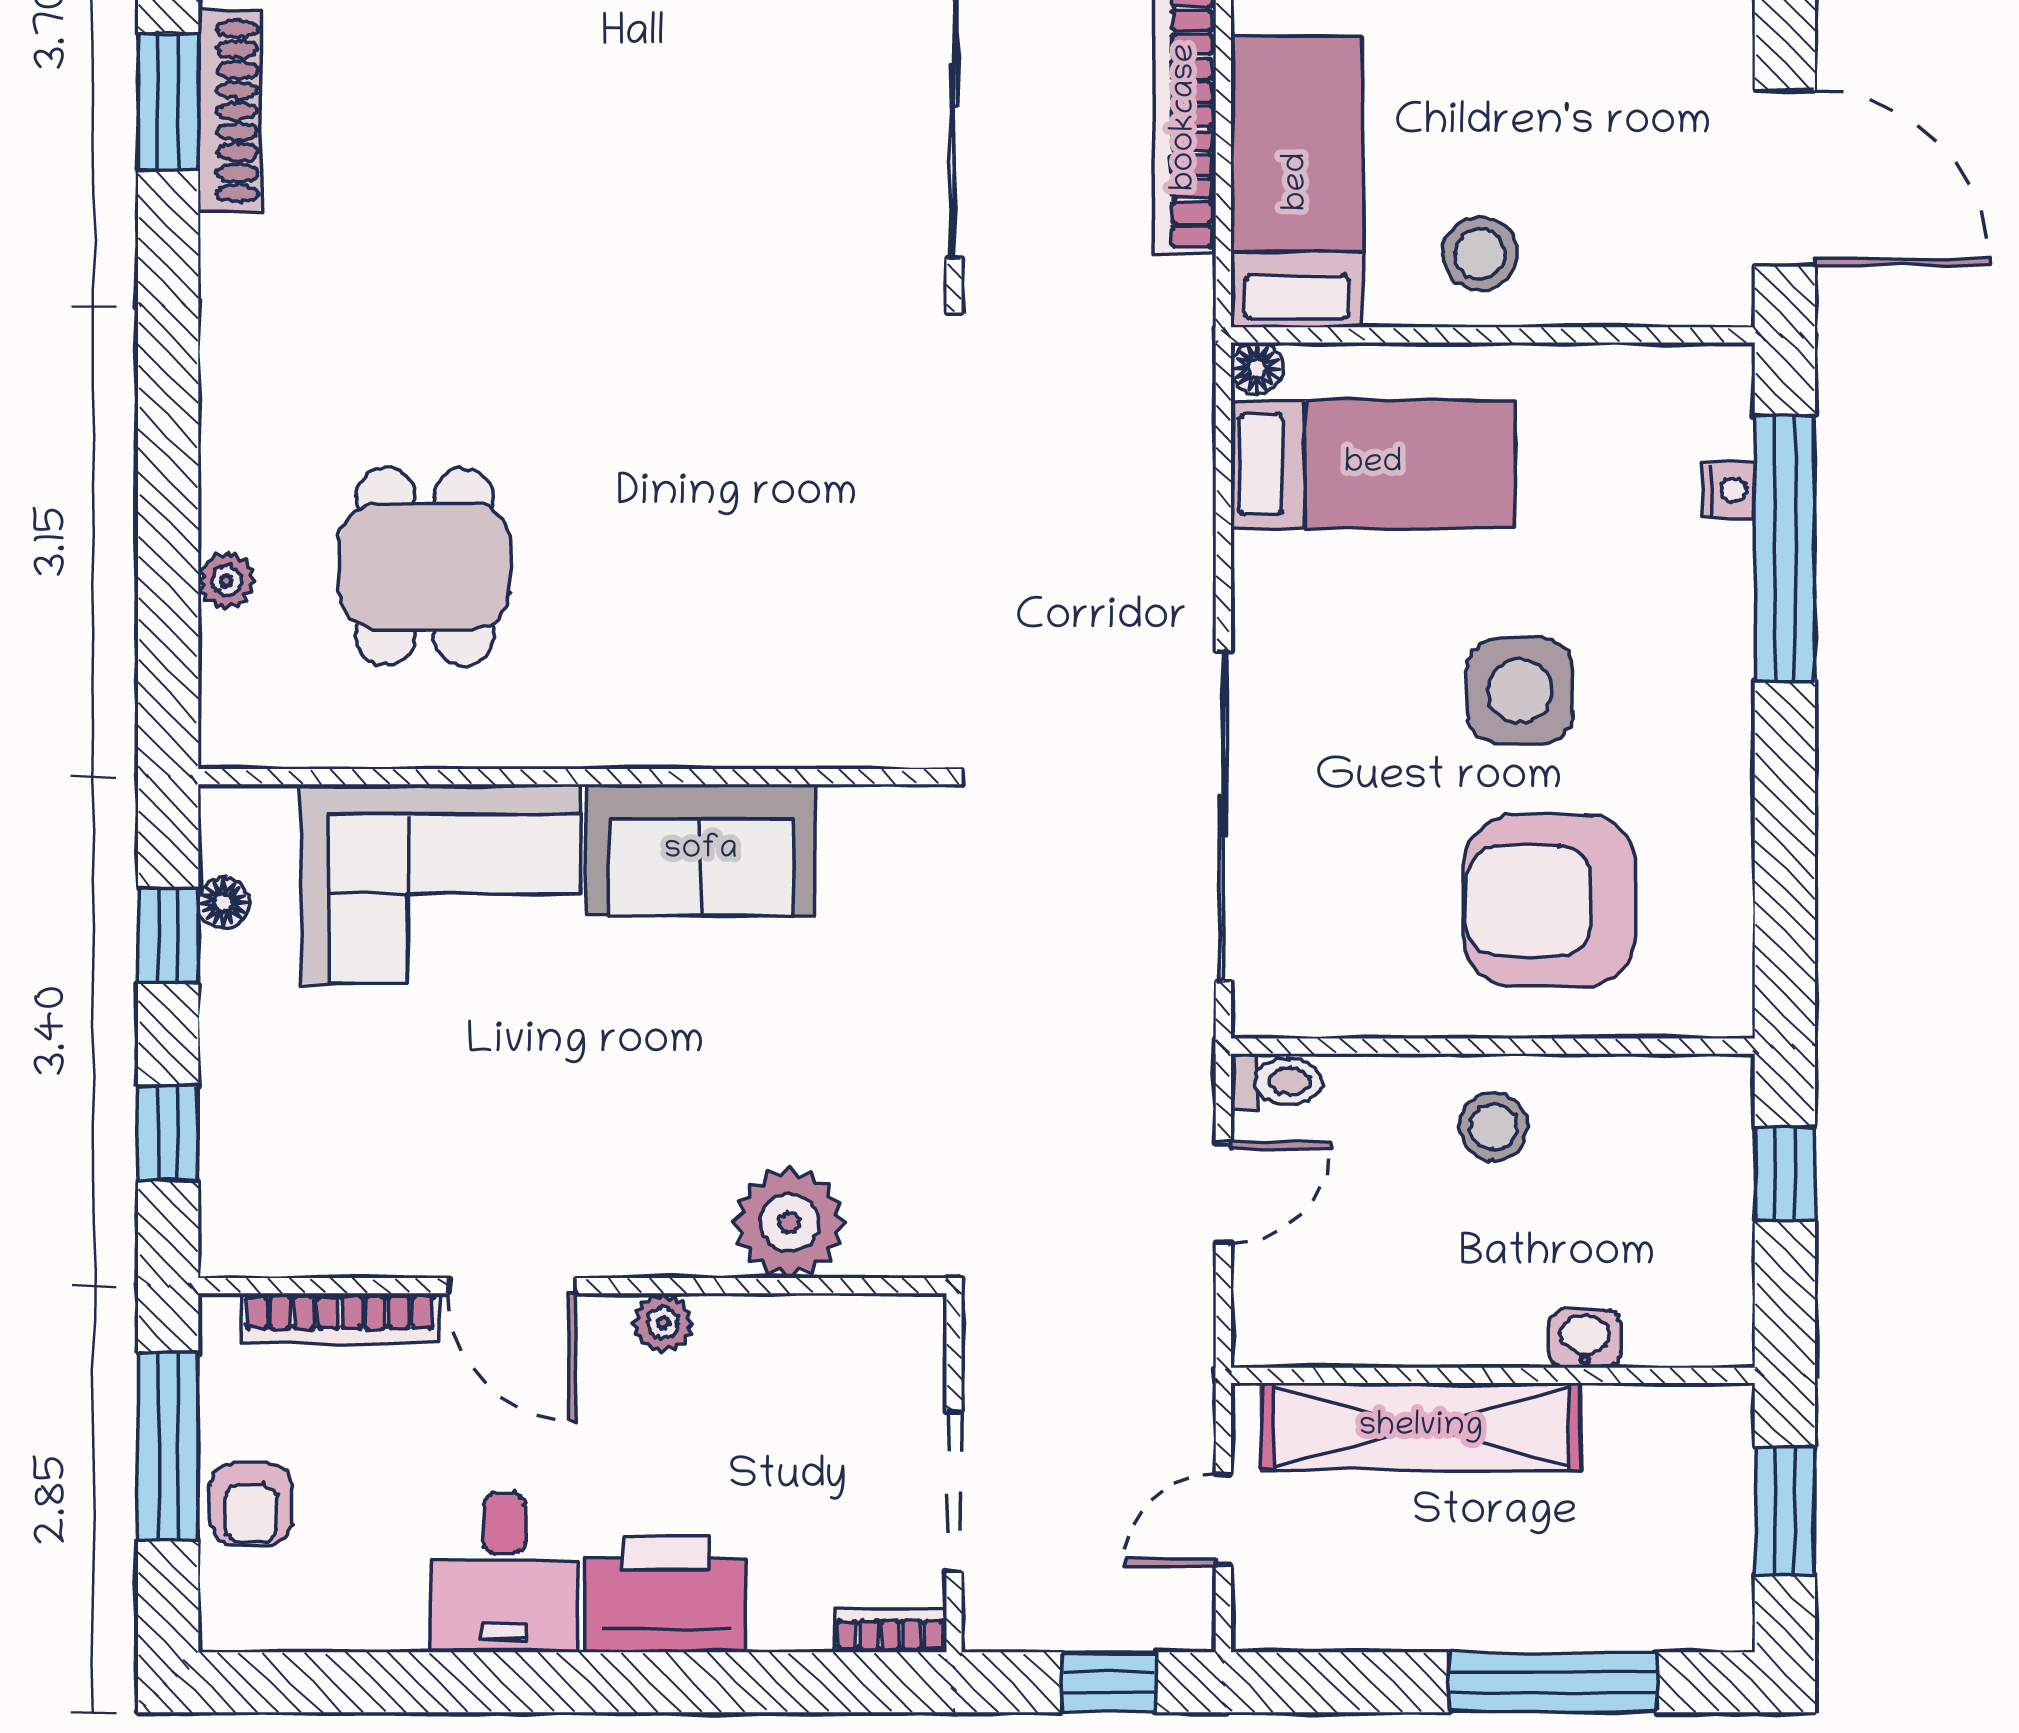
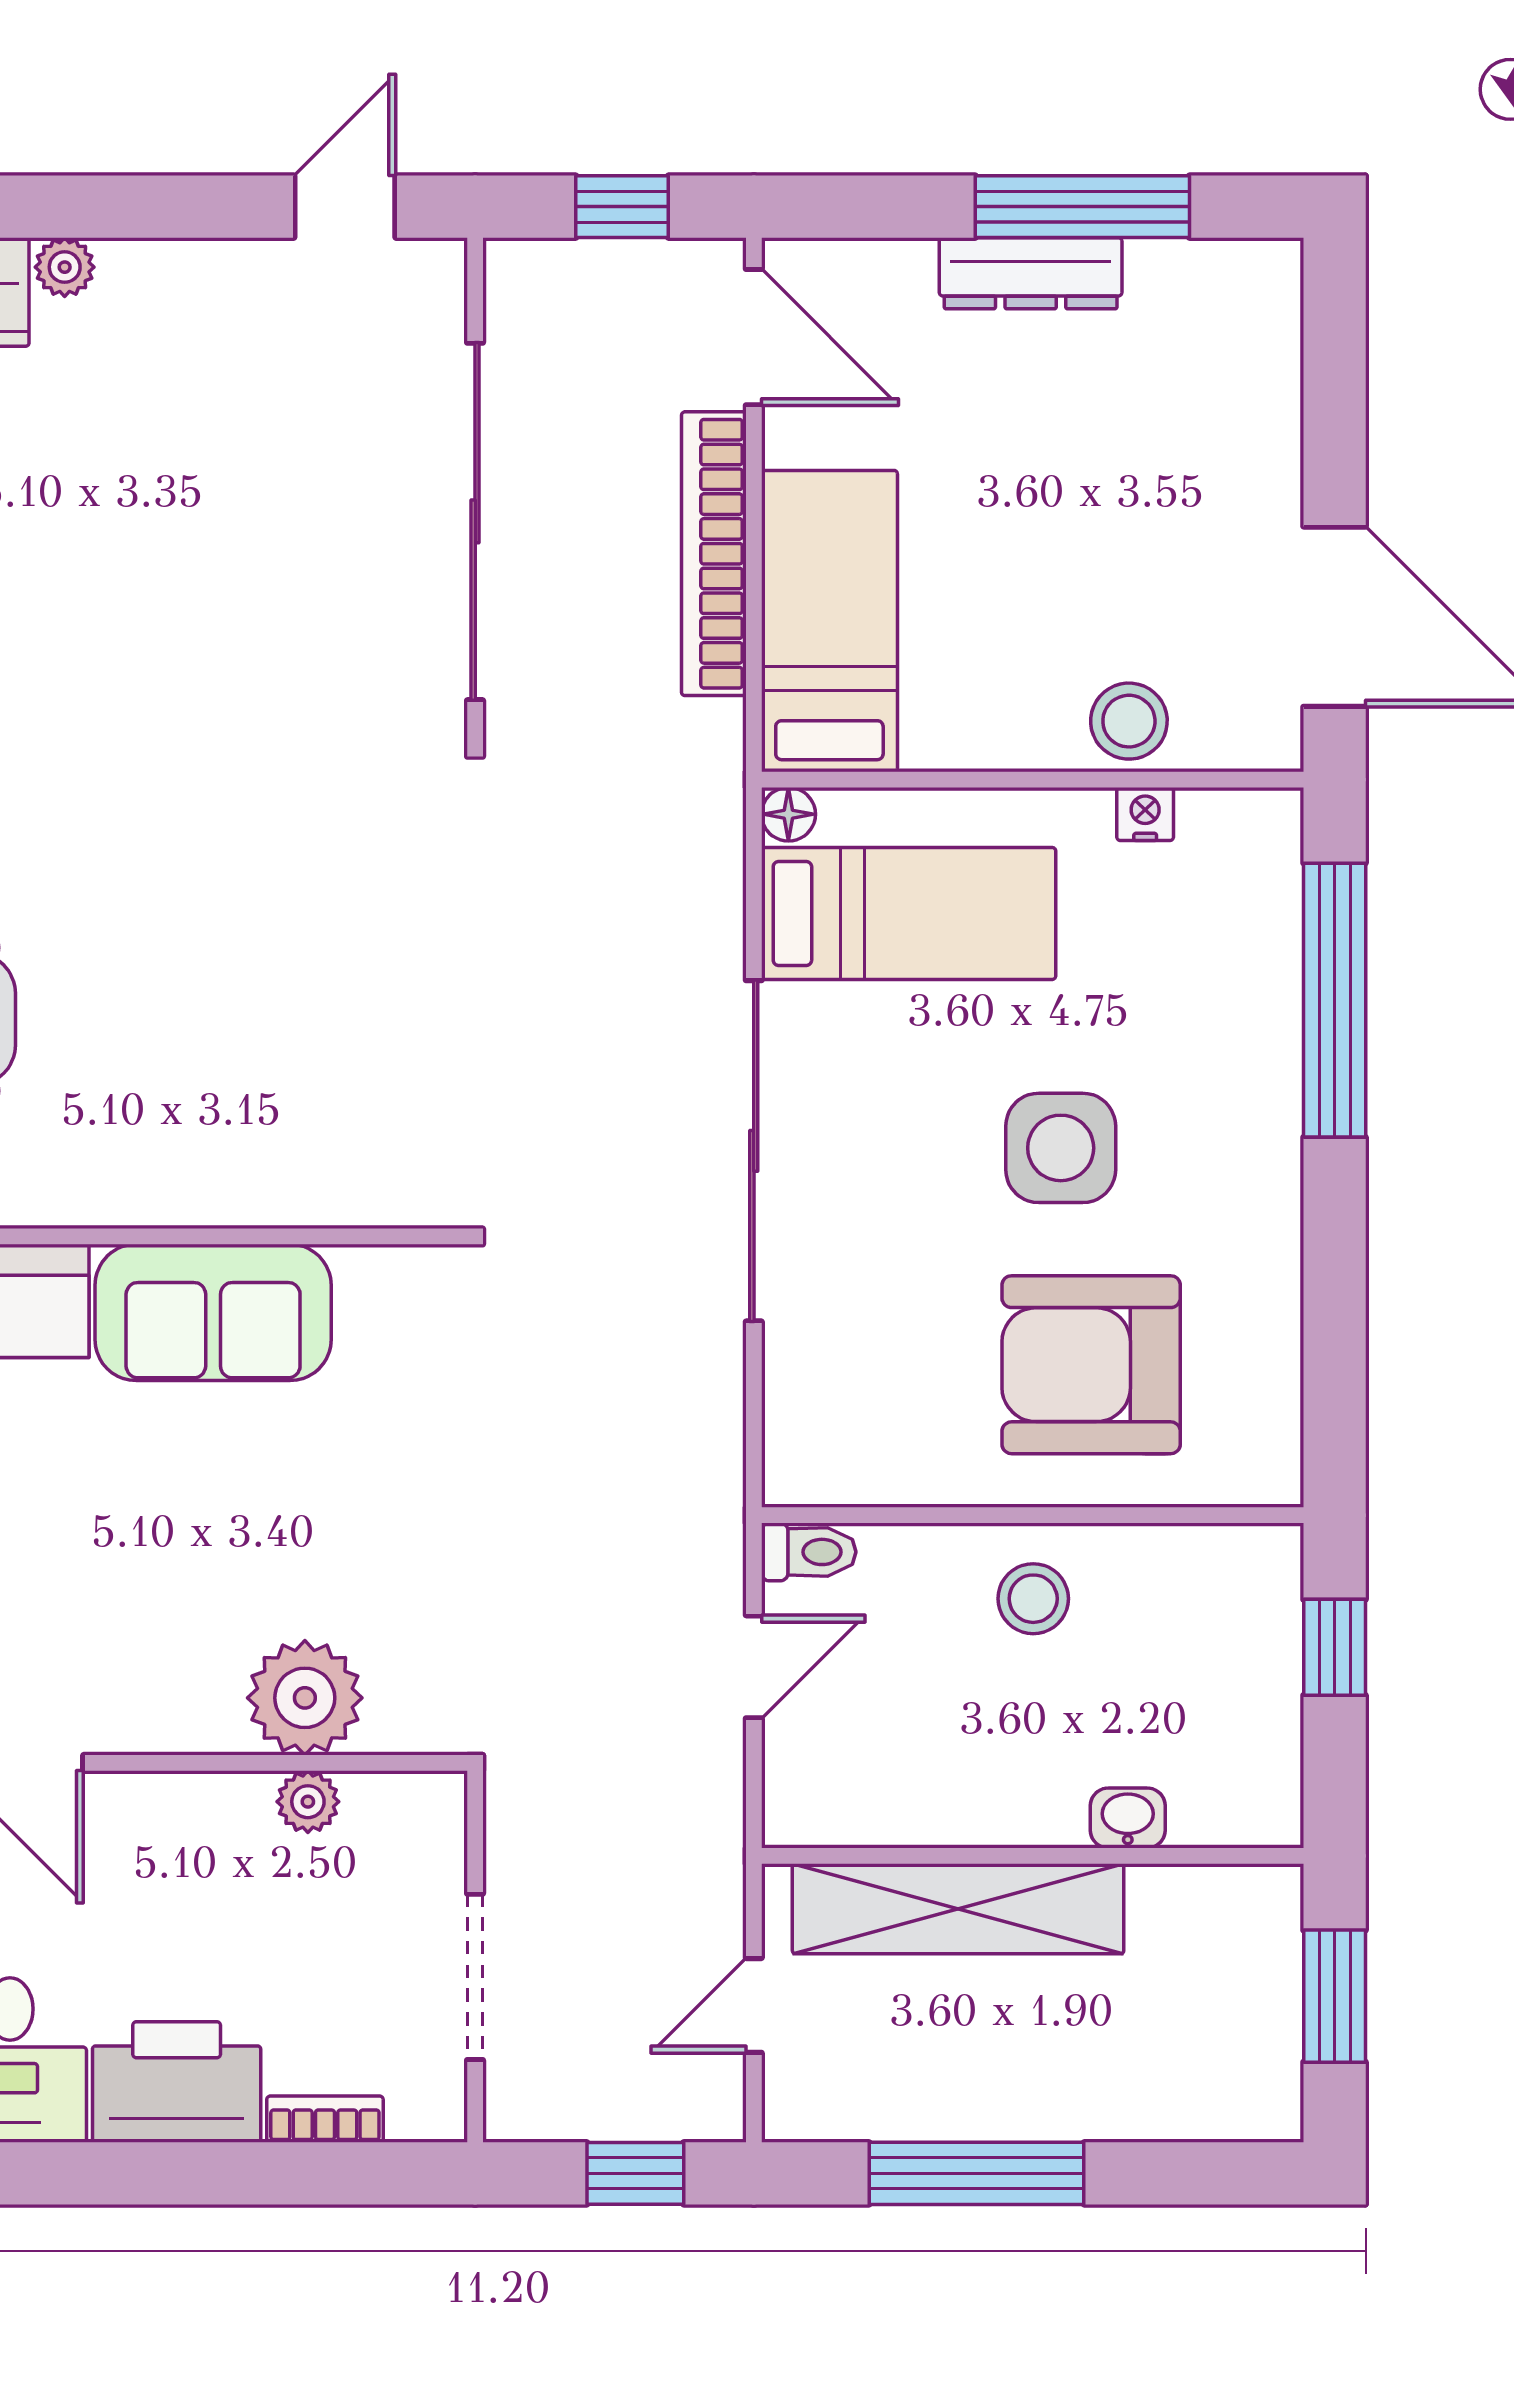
stool: (1480, 254) -> (1129, 721), moved
nightstand: (1729, 490) -> (1145, 814), moved, turned -90
sliding door: (1223, 816) -> (754, 1151), moved
plant: (663, 1323) -> (308, 1802), moved
bookcase: (890, 1630) -> (325, 2119), moved
window: (1553, 1682) -> (977, 2173), moved

